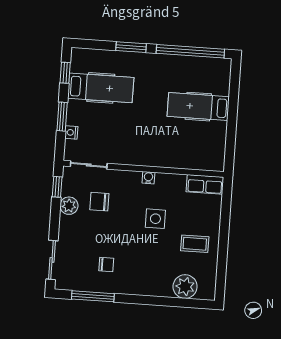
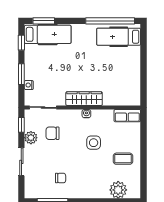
window: (131, 47) -> (44, 21), moved
hospital bed: (101, 88) -> (48, 34), moved
hospital bed: (198, 107) -> (119, 37), moved
wardrobe: (147, 157) -> (84, 99), added
sliding door: (52, 260) -> (21, 162), moved

